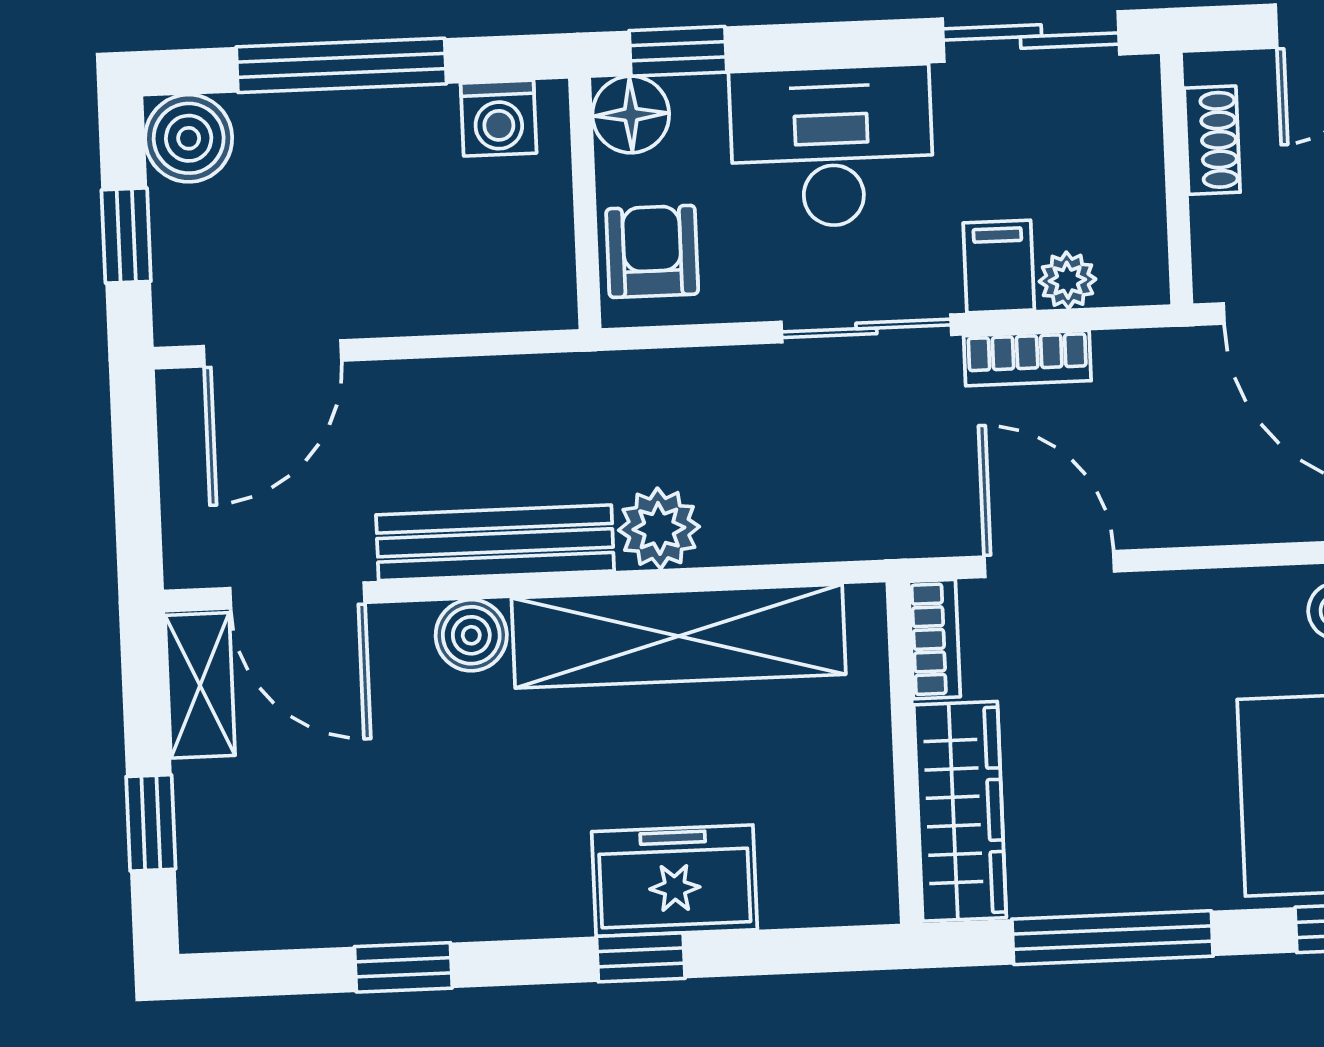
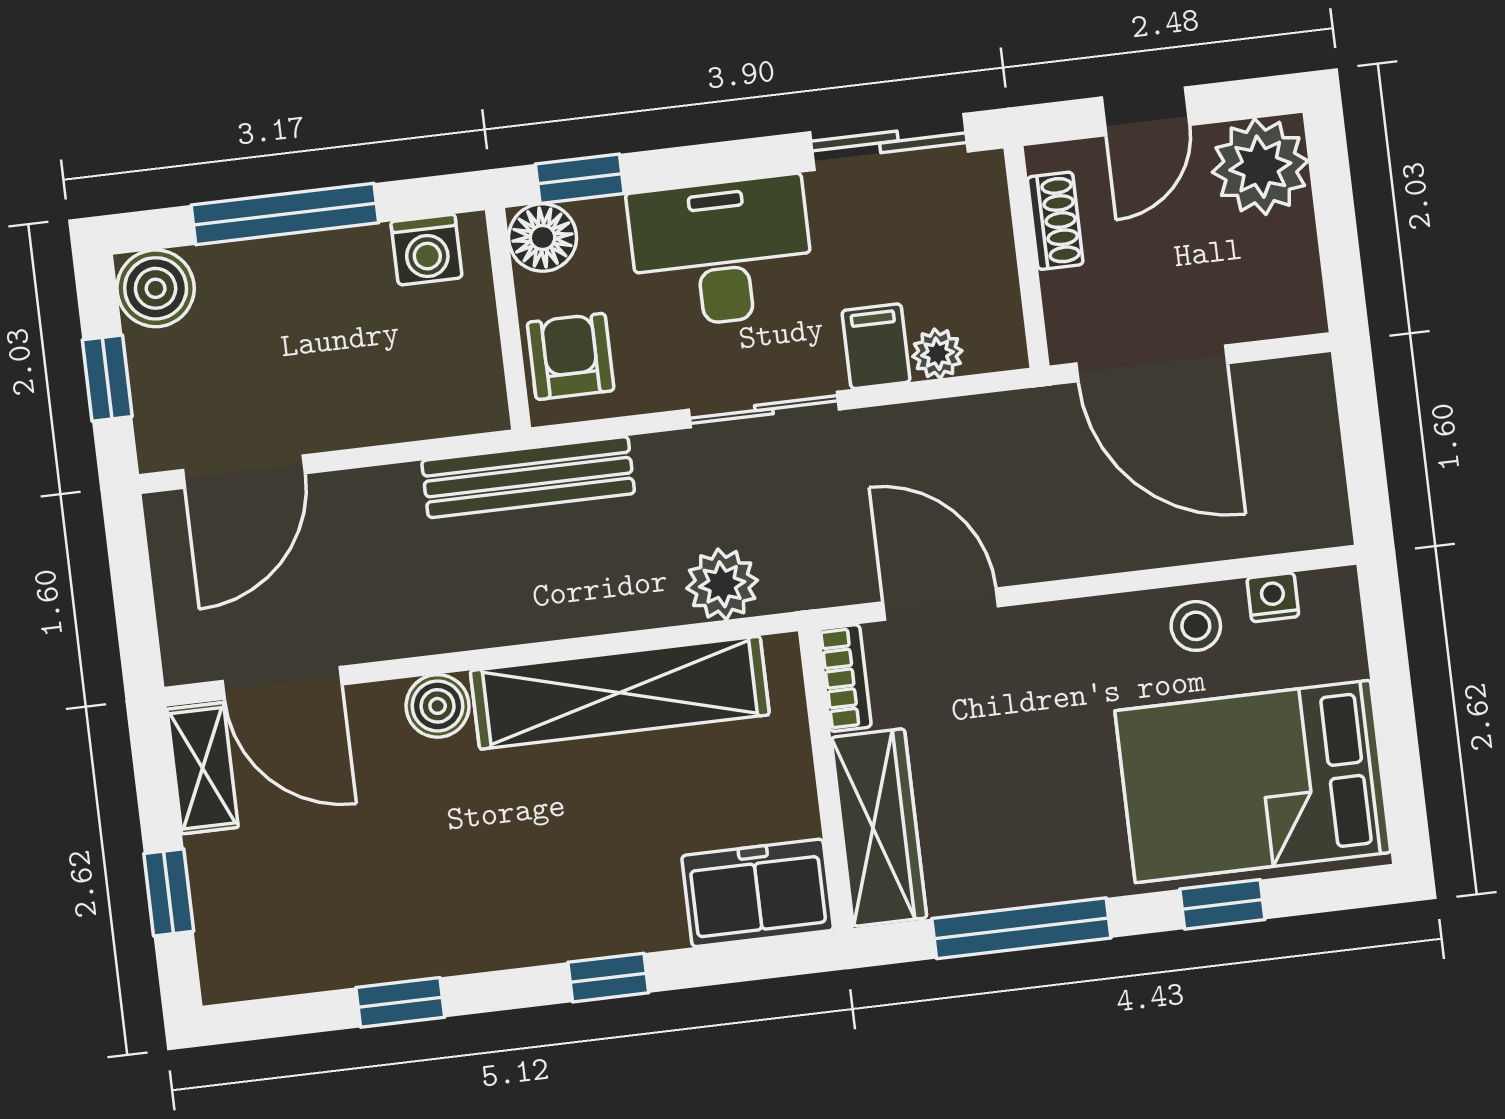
bookcase: (1027, 358) -> (907, 425), removed
plant: (659, 528) -> (722, 584), moved
bench: (495, 543) -> (528, 477), moved
freezer: (675, 881) -> (758, 893), moved

